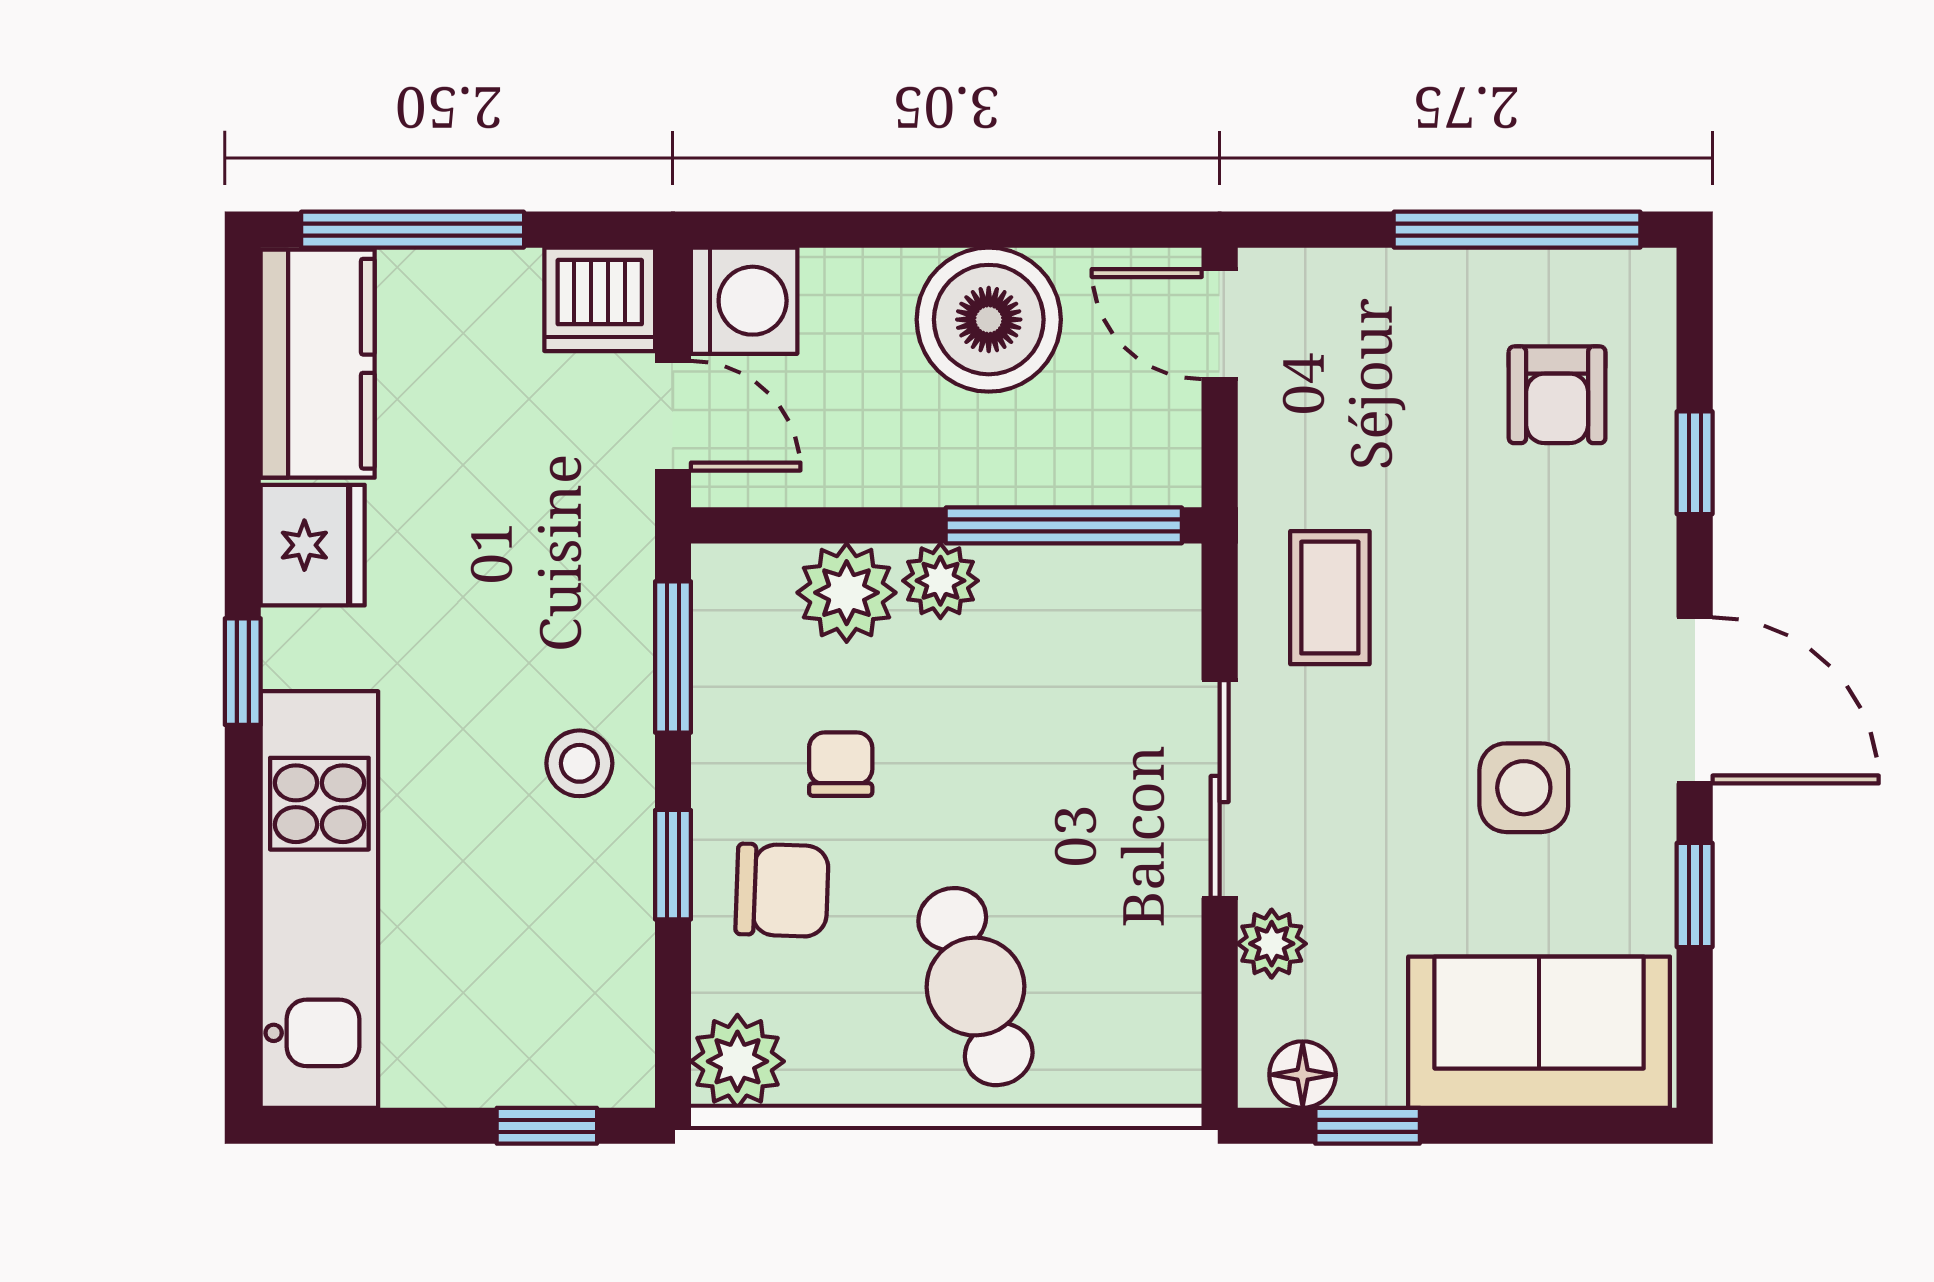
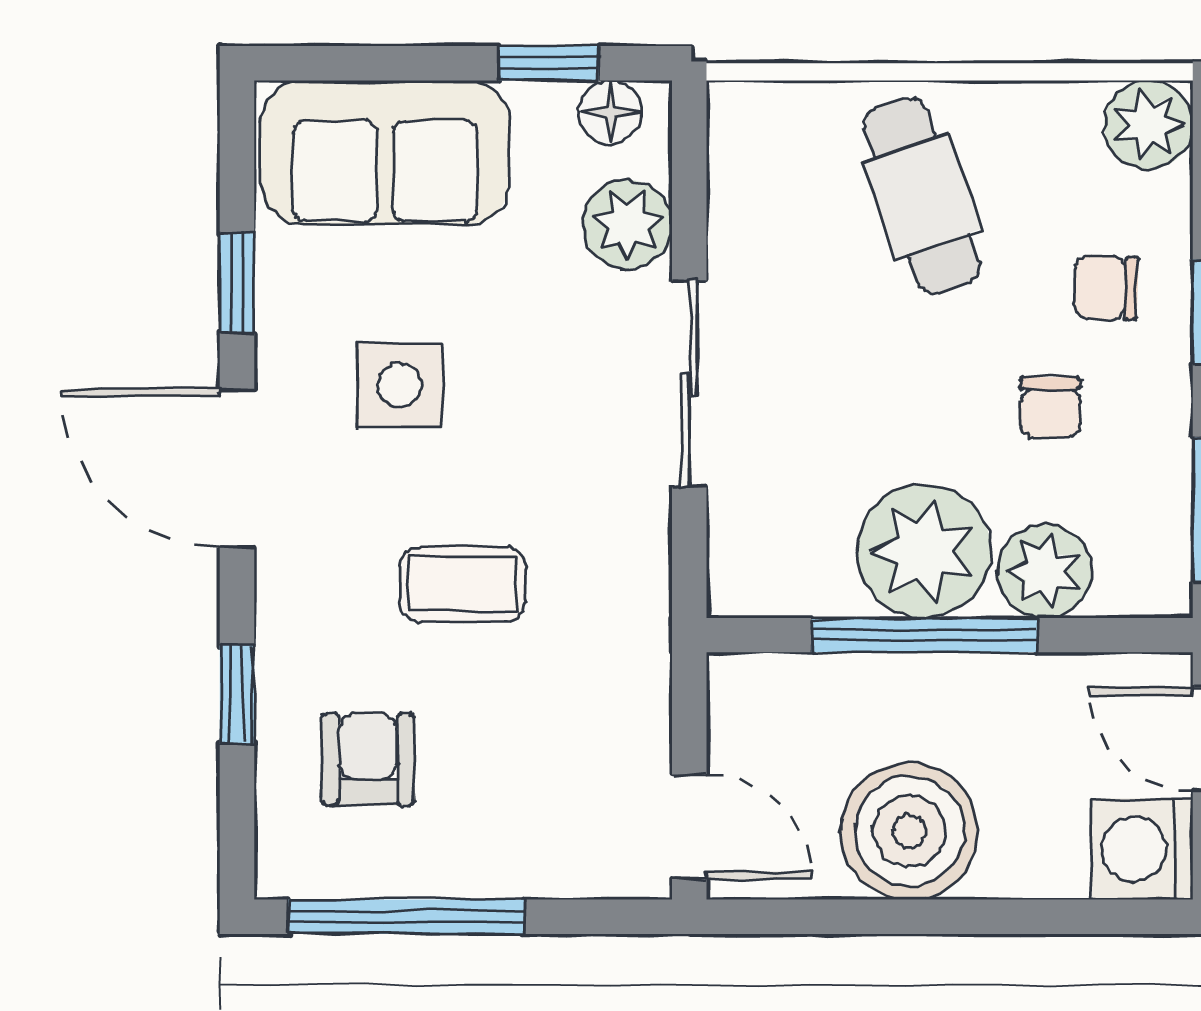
window: (1064, 525) -> (924, 635), moved
plant: (940, 581) -> (924, 551), width x1.88, depth x1.88
coffee table: (1330, 598) -> (463, 584), moved, turned 90
chair: (782, 890) -> (1106, 288), width x0.73, depth x0.73
plant: (1272, 944) -> (627, 225), width x1.38, depth x1.38

